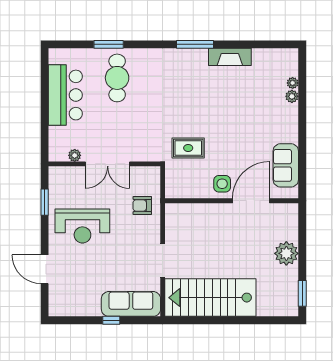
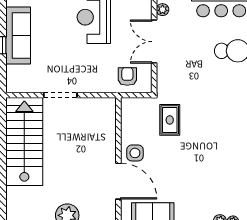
armchair: (142, 206) -> (127, 77), moved
sofa: (131, 304) -> (18, 35), moved

